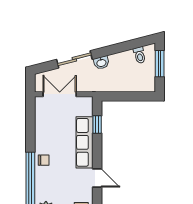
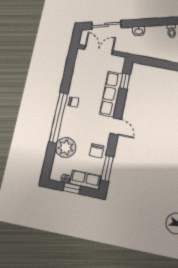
sliding door: (74, 59) -> (106, 25), moved

